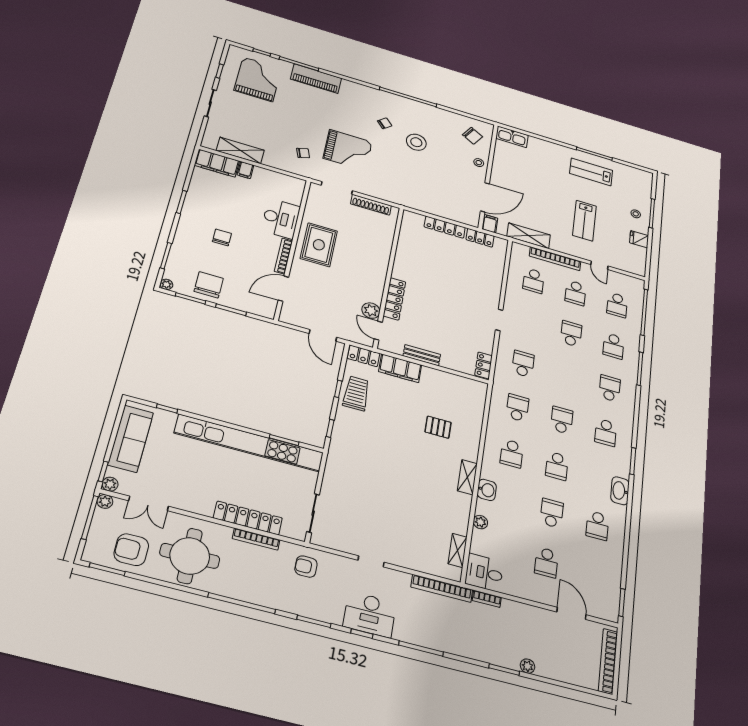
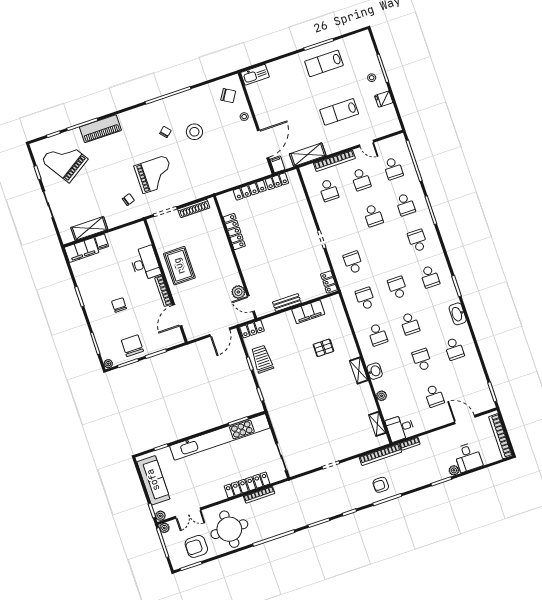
grand piano: (258, 79) -> (65, 160), turned -33
lab bench: (584, 221) -> (339, 112), turned 90
locker: (394, 299) -> (234, 232), moved
school desk: (571, 334) -> (373, 215), turned 180
door: (323, 335) -> (220, 332), hinge flipped
filing cabinet: (400, 368) -> (308, 312), moved
armchair: (306, 567) -> (381, 485), moved
desk: (370, 614) -> (468, 457), moved, width x0.73

